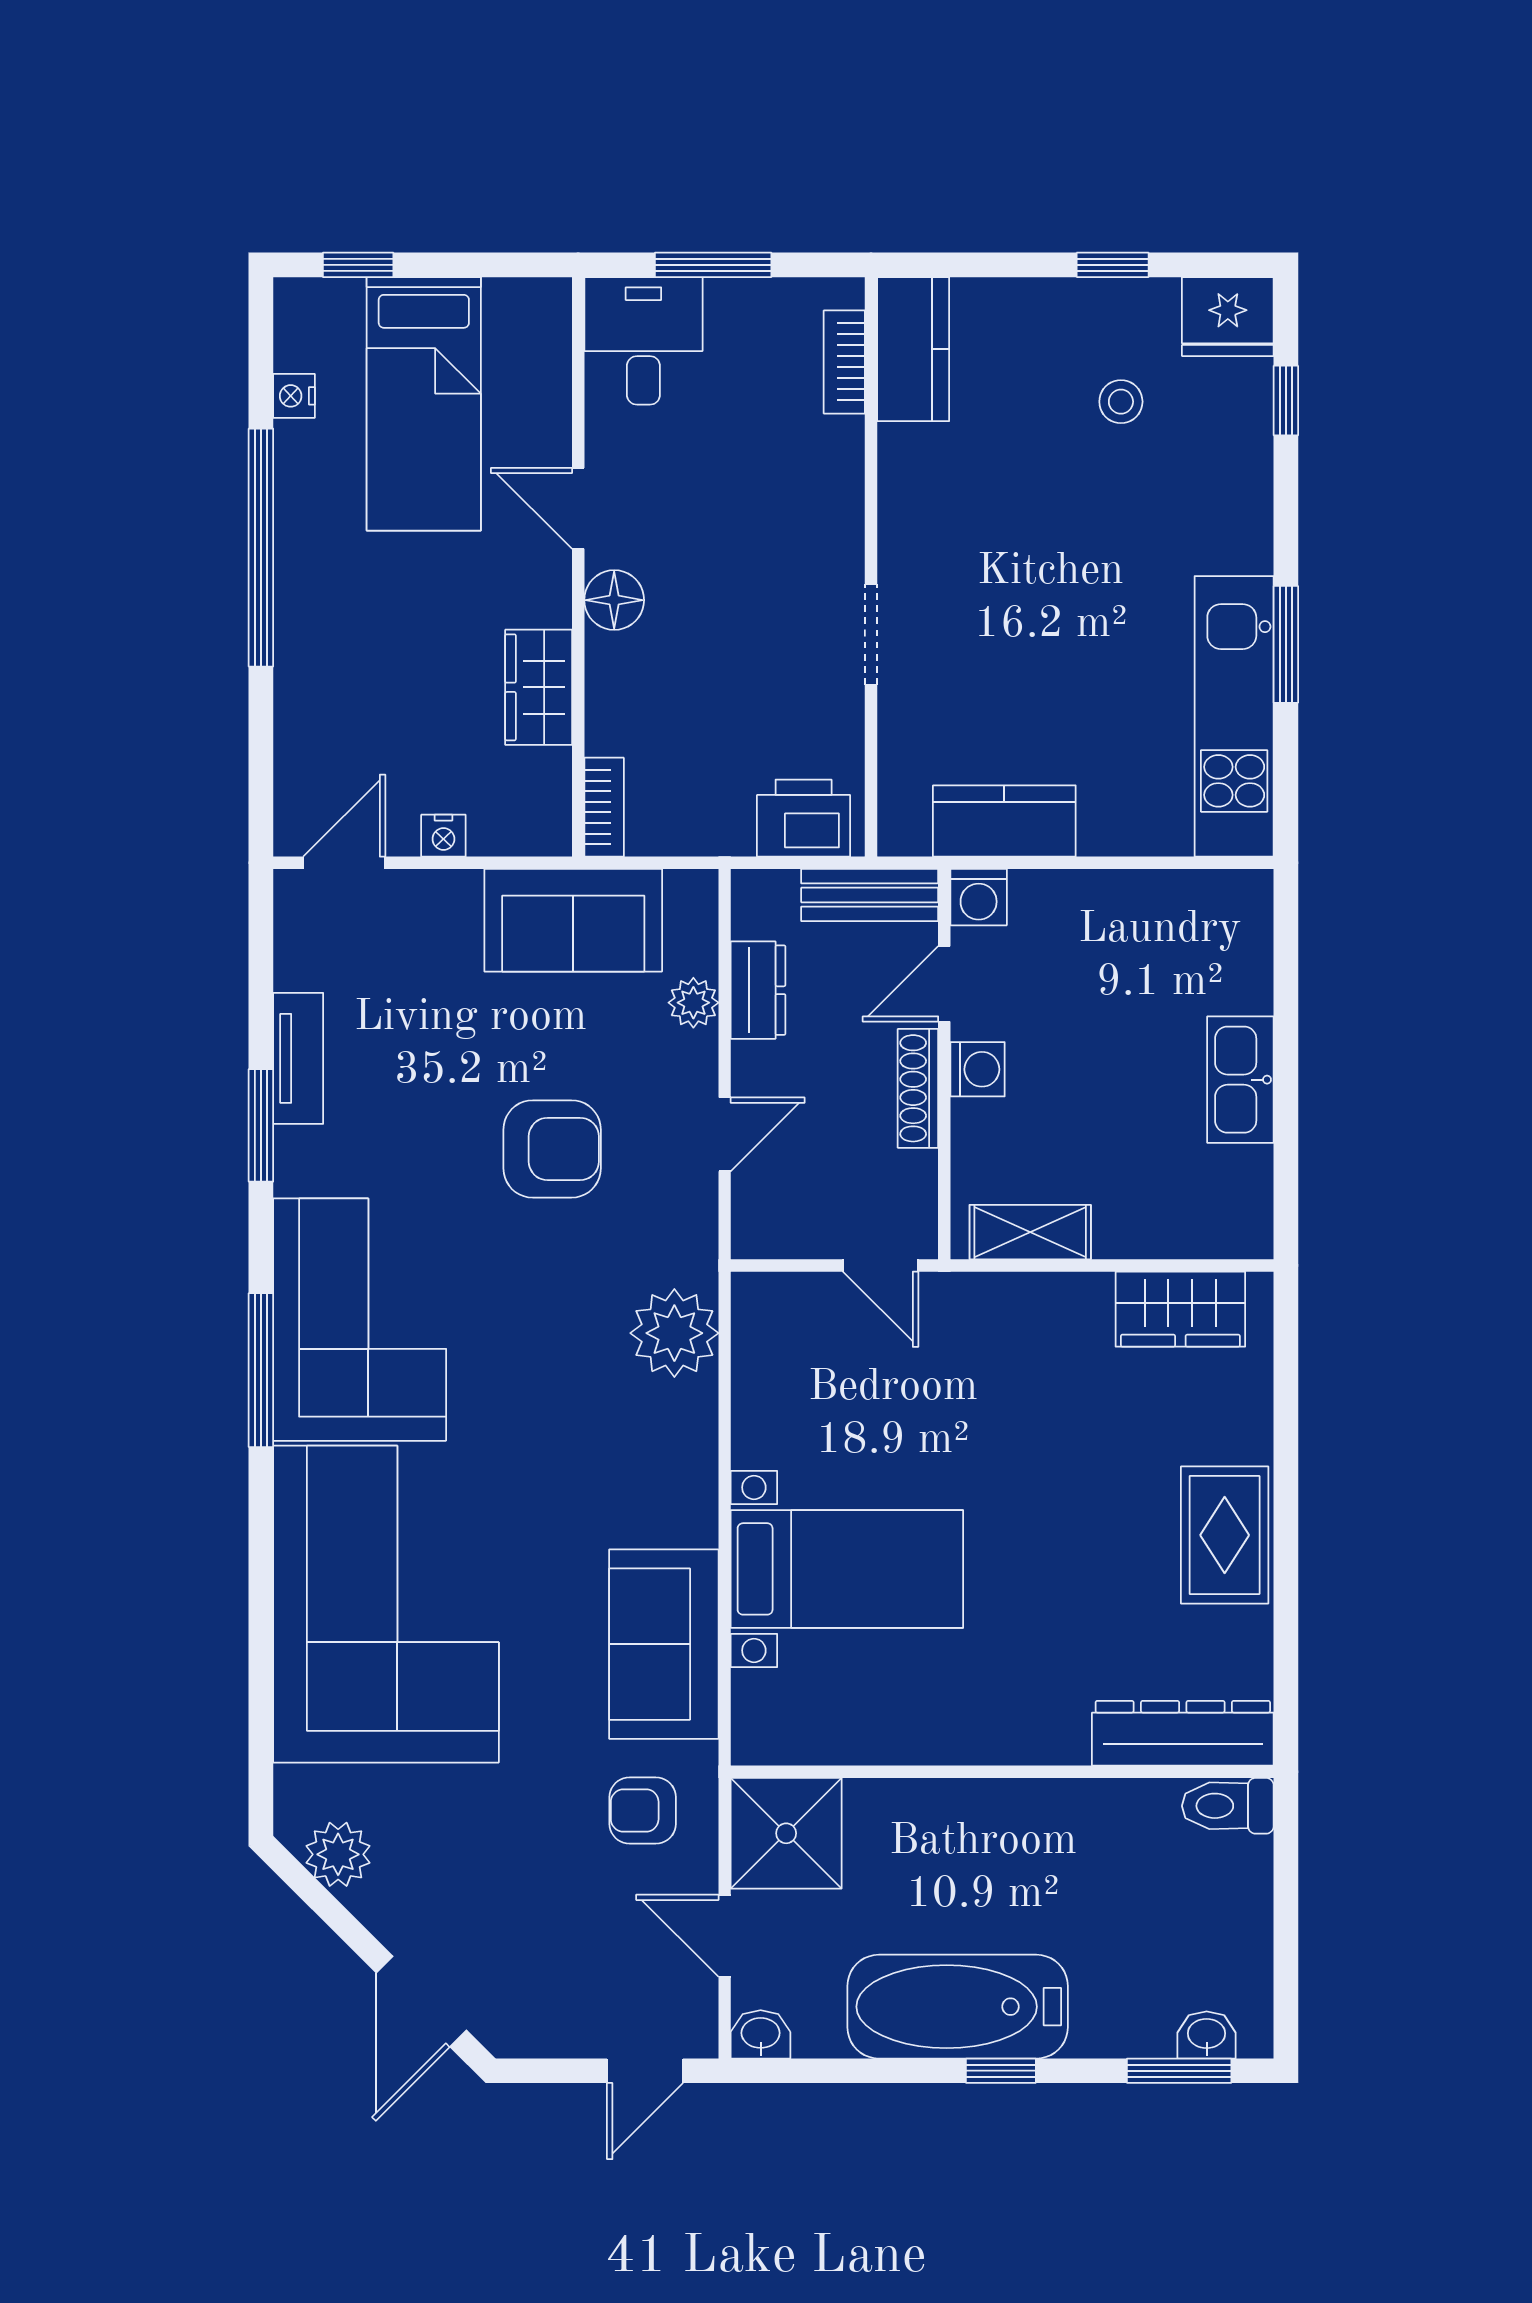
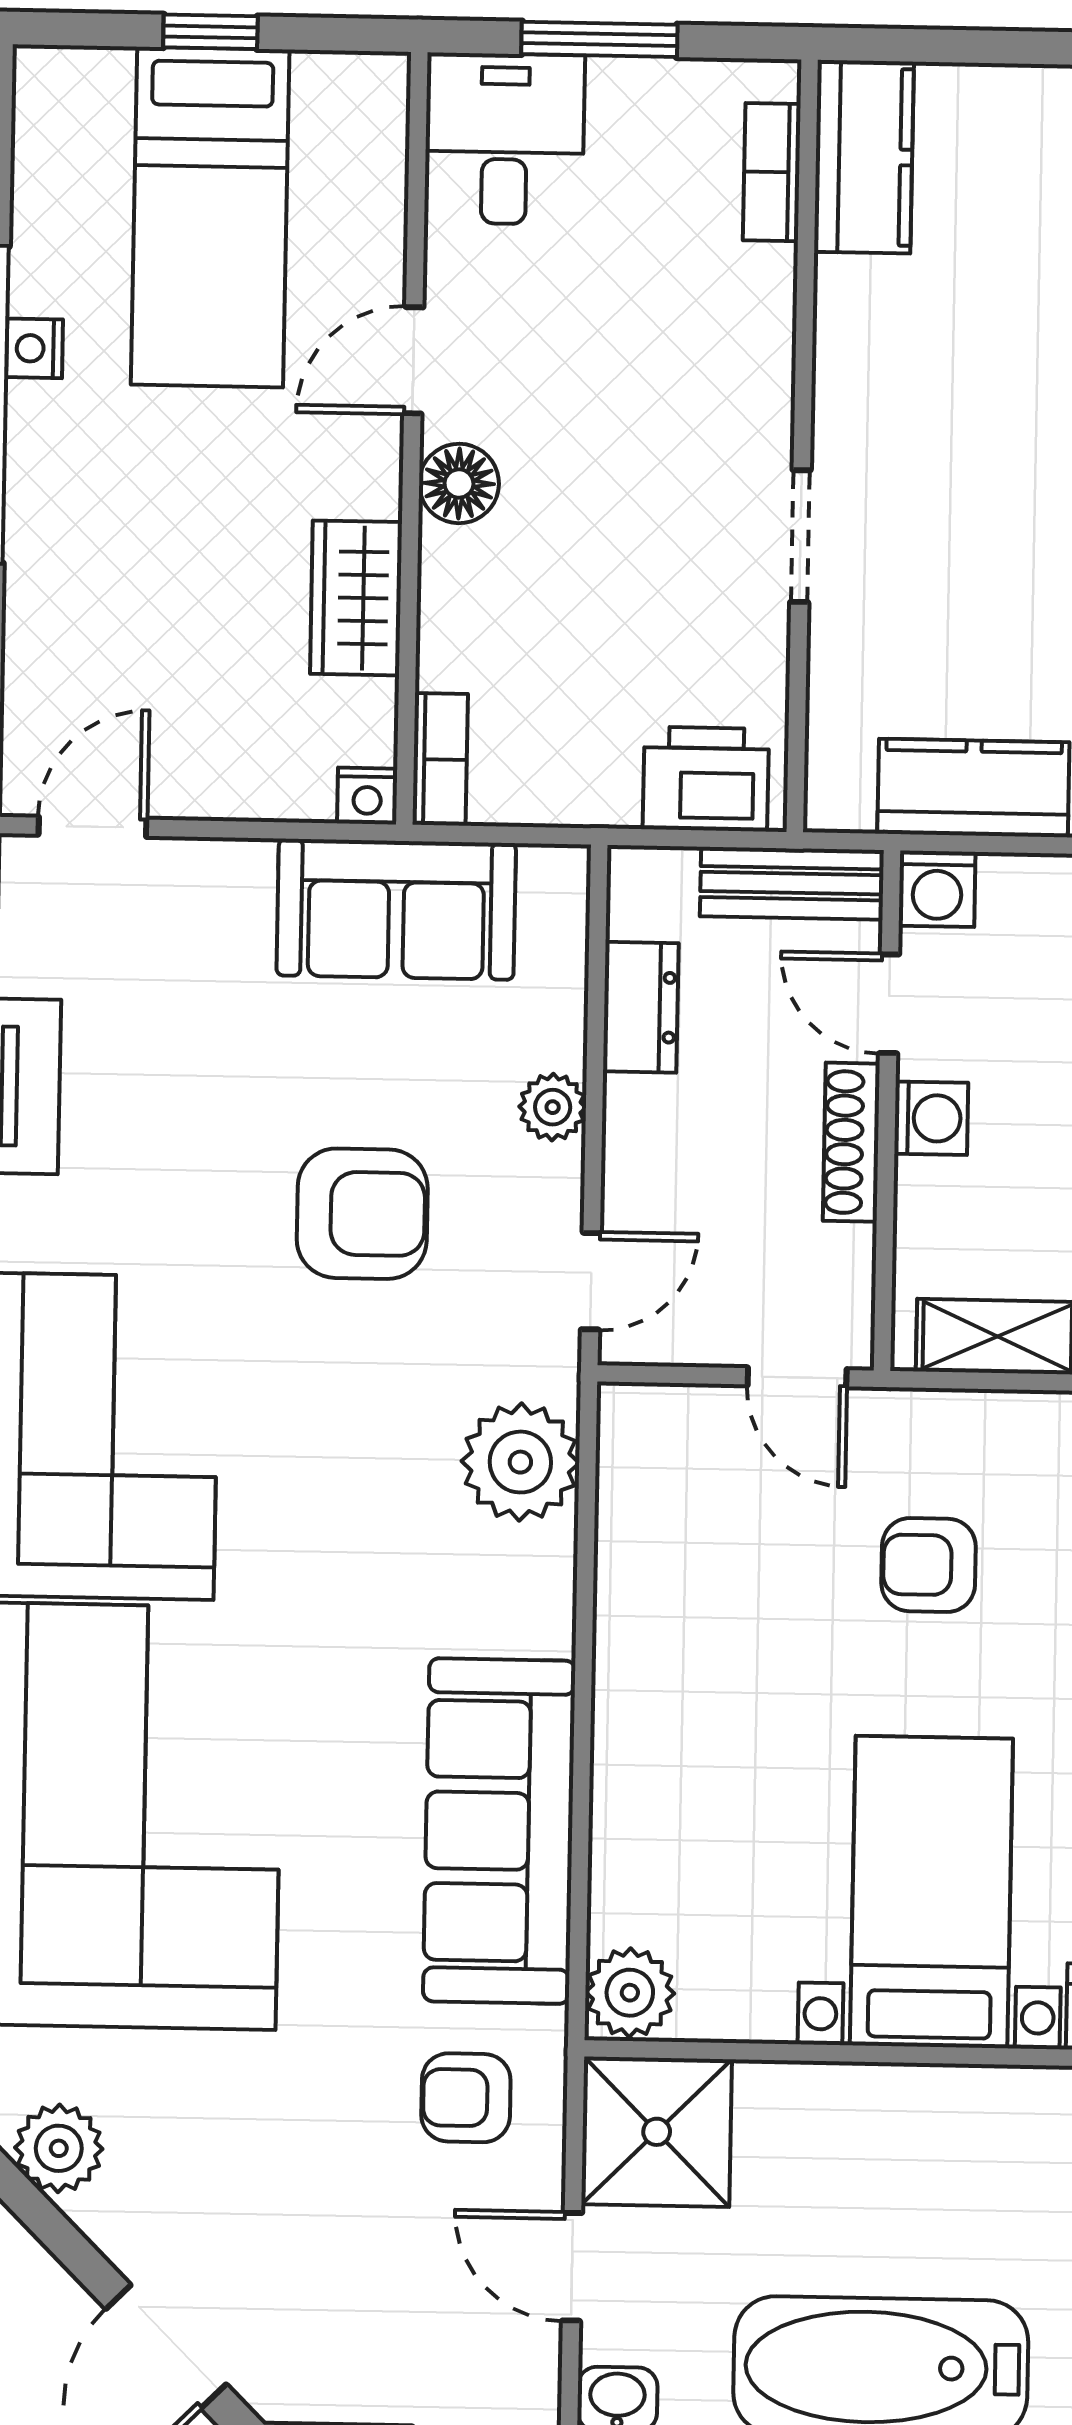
window: (358, 265) -> (210, 32), moved
nightstand: (294, 396) -> (35, 348), moved
door: (578, 508) -> (413, 360), hinge flipped
nightstand: (443, 836) -> (367, 796), moved
door: (944, 984) -> (889, 1004), hinge flipped
plant: (693, 1003) -> (553, 1107), moved
door: (725, 1134) -> (591, 1281), moved
armchair: (982, 1404) -> (929, 1565), added
bed with nightstands: (847, 1569) -> (931, 1892), moved, turned -90
sofa: (664, 1644) -> (499, 1831), width x1.36
plant: (764, 1729) -> (630, 1993), added

